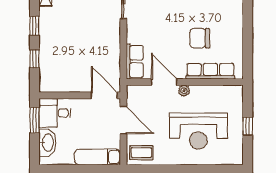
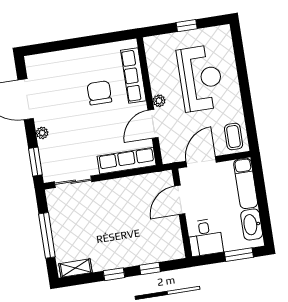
chair: (200, 38) -> (99, 93), turned 180
row of seats: (135, 62) -> (127, 161), width x1.48
door: (104, 95) -> (180, 200), moved
window: (34, 120) -> (239, 255), moved
washbasin: (47, 143) -> (252, 225), moved, turned -90

